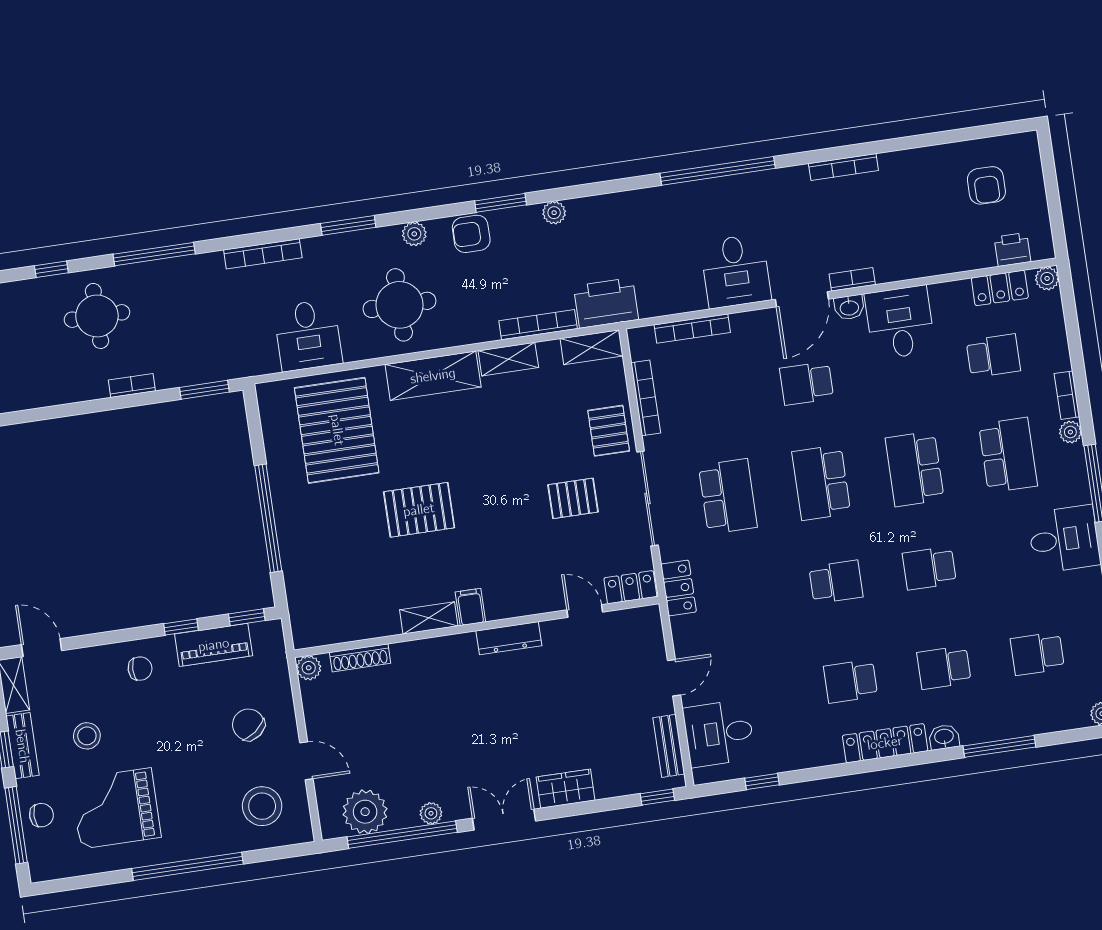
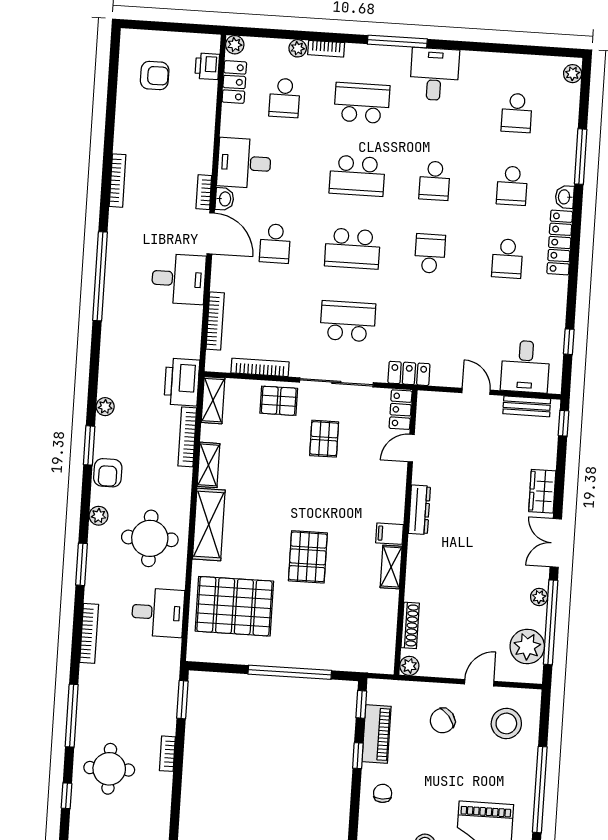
school desk: (993, 356) -> (284, 98), turned 180
plant: (1070, 432) -> (298, 48), moved

